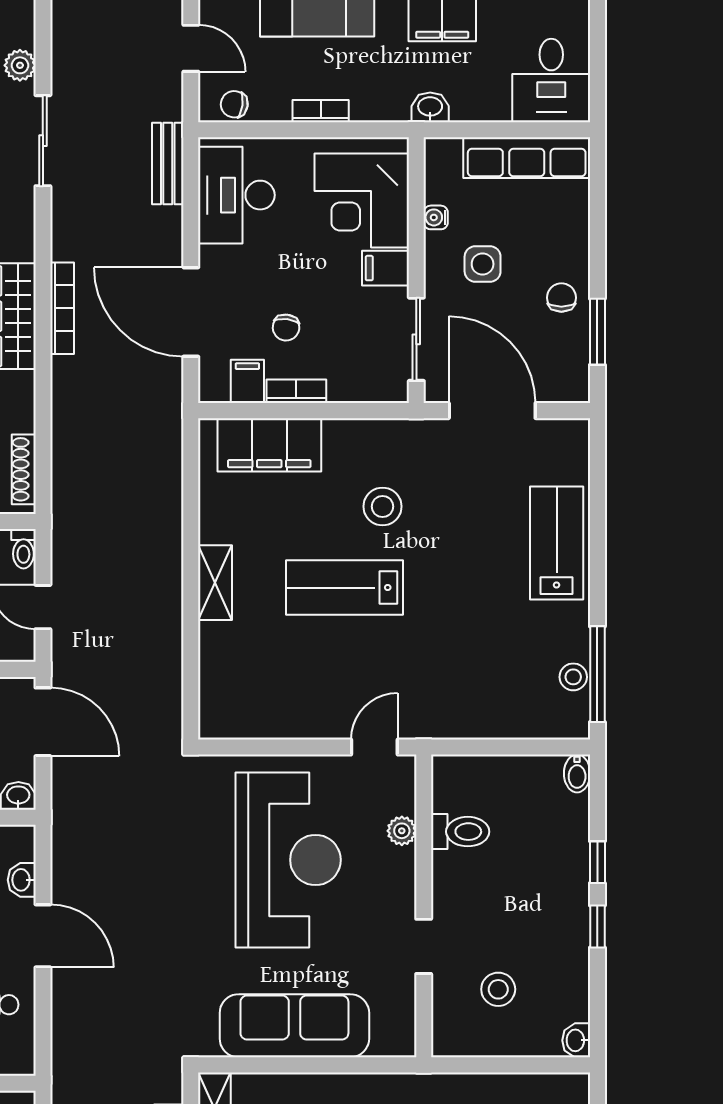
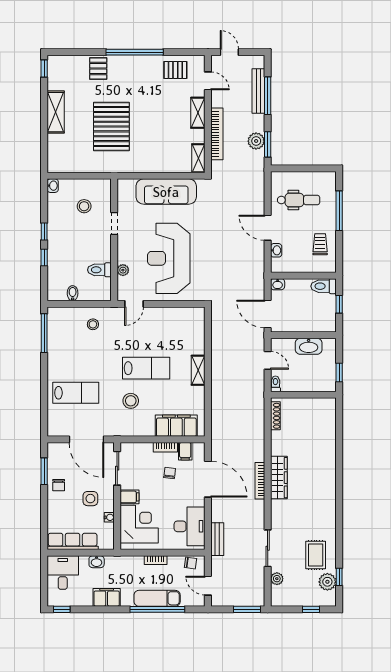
washbasin: (430, 107) -> (97, 562), moved
lab bench: (557, 543) -> (76, 393), moved, turned -90
stool: (573, 677) -> (93, 324), moved
bidet: (577, 773) -> (73, 293), moved

